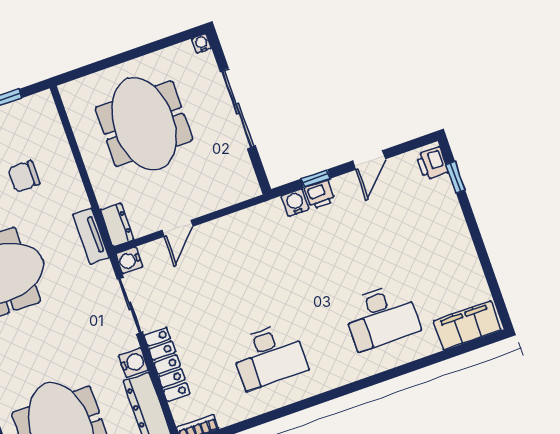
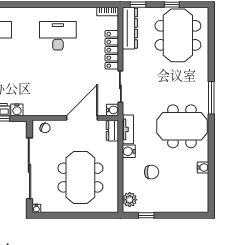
sliding door: (238, 109) -> (29, 168), width x1.36
plant: (45, 115) -> (130, 200), added
chair: (235, 188) -> (45, 128), added
door: (177, 228) -> (82, 118), width x1.88
water cooler: (133, 363) -> (129, 151), moved

